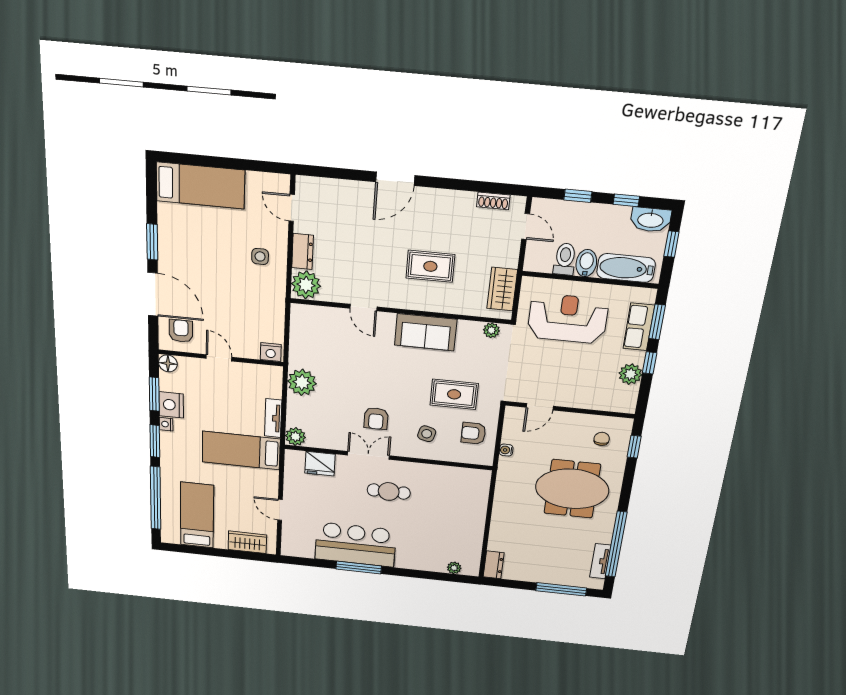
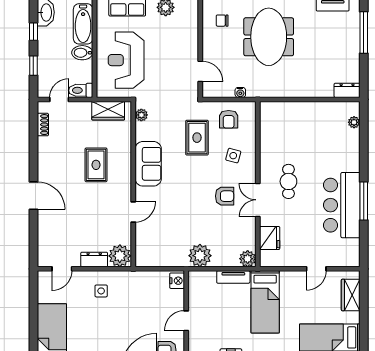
toilet: (565, 259) -> (81, 90), moved

